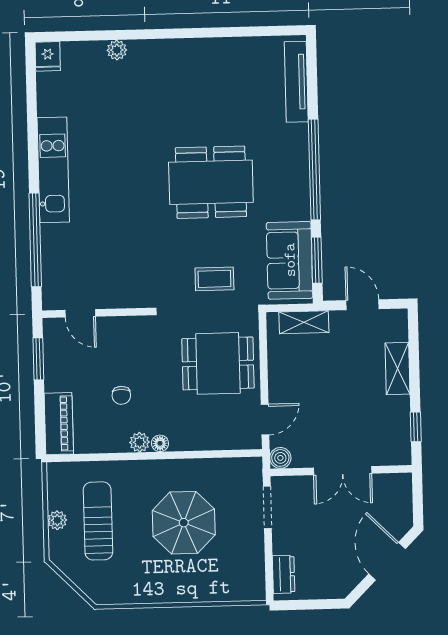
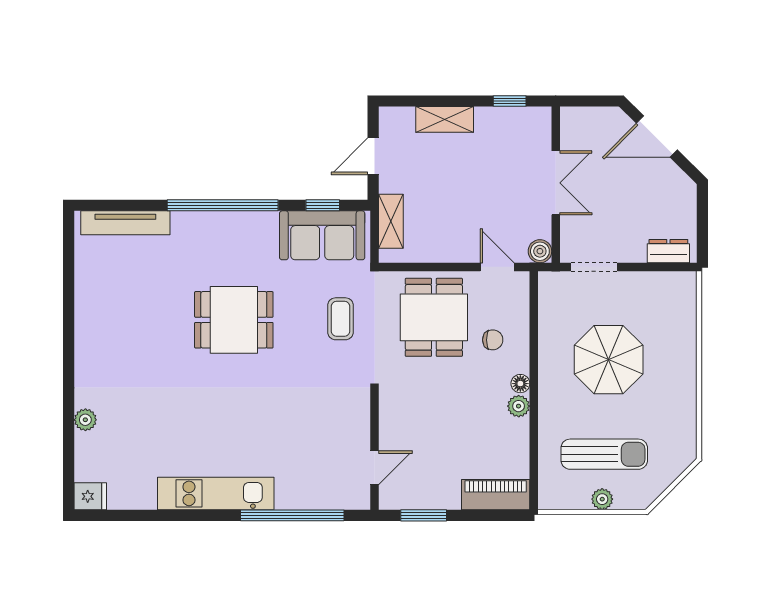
dining table: (211, 182) -> (234, 320), width x0.73
window: (317, 260) -> (323, 205), width x0.67
chair: (121, 395) -> (493, 340), moved
sun lounger: (98, 521) -> (604, 454), turned 180

